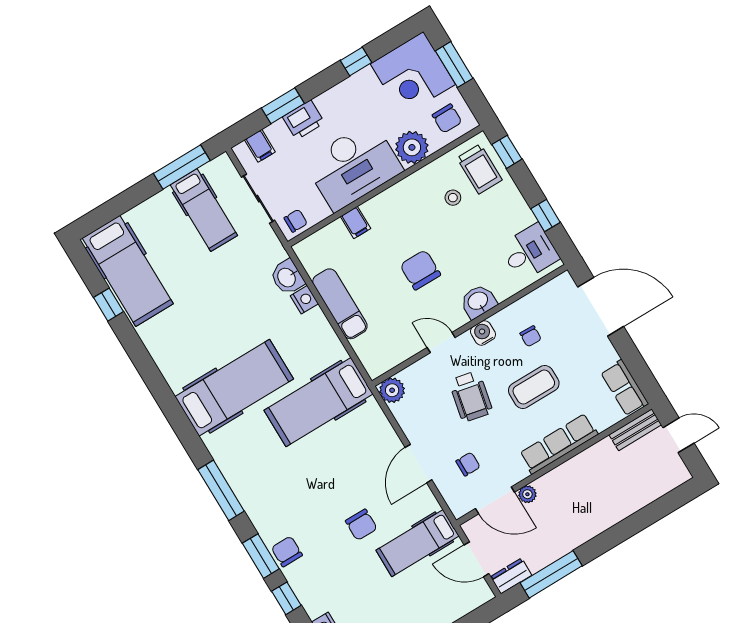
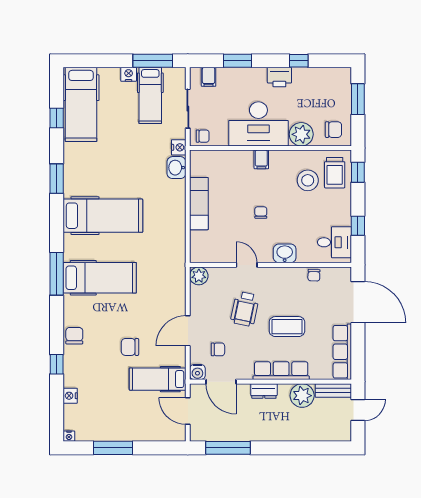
corner desk: (413, 74) -> (329, 90), removed
chair: (447, 118) -> (333, 130), turned -90
printer: (304, 120) -> (279, 77), moved
stool: (453, 198) -> (308, 180), width x1.89, depth x1.89
nightstand: (163, 201) -> (129, 74), added
filing cabinet: (356, 223) -> (261, 159), moved
chair: (420, 270) -> (261, 213), width x0.54, depth x0.54
nightstand: (304, 300) -> (179, 147), moved
water cooler: (483, 333) -> (197, 372), moved, turned 180
chair: (531, 336) -> (314, 275), moved
row of seats: (625, 388) -> (342, 352), width x1.48
hospital bed: (319, 402) -> (100, 278), moved, turned 180
door: (679, 435) -> (358, 410), hinge flipped
plant: (527, 494) -> (302, 396), moved, width x1.88, depth x1.88
chair: (361, 525) -> (130, 347), turned 90
window: (261, 556) -> (57, 179), moved
dresser: (511, 576) -> (264, 391), moved, turned 180

